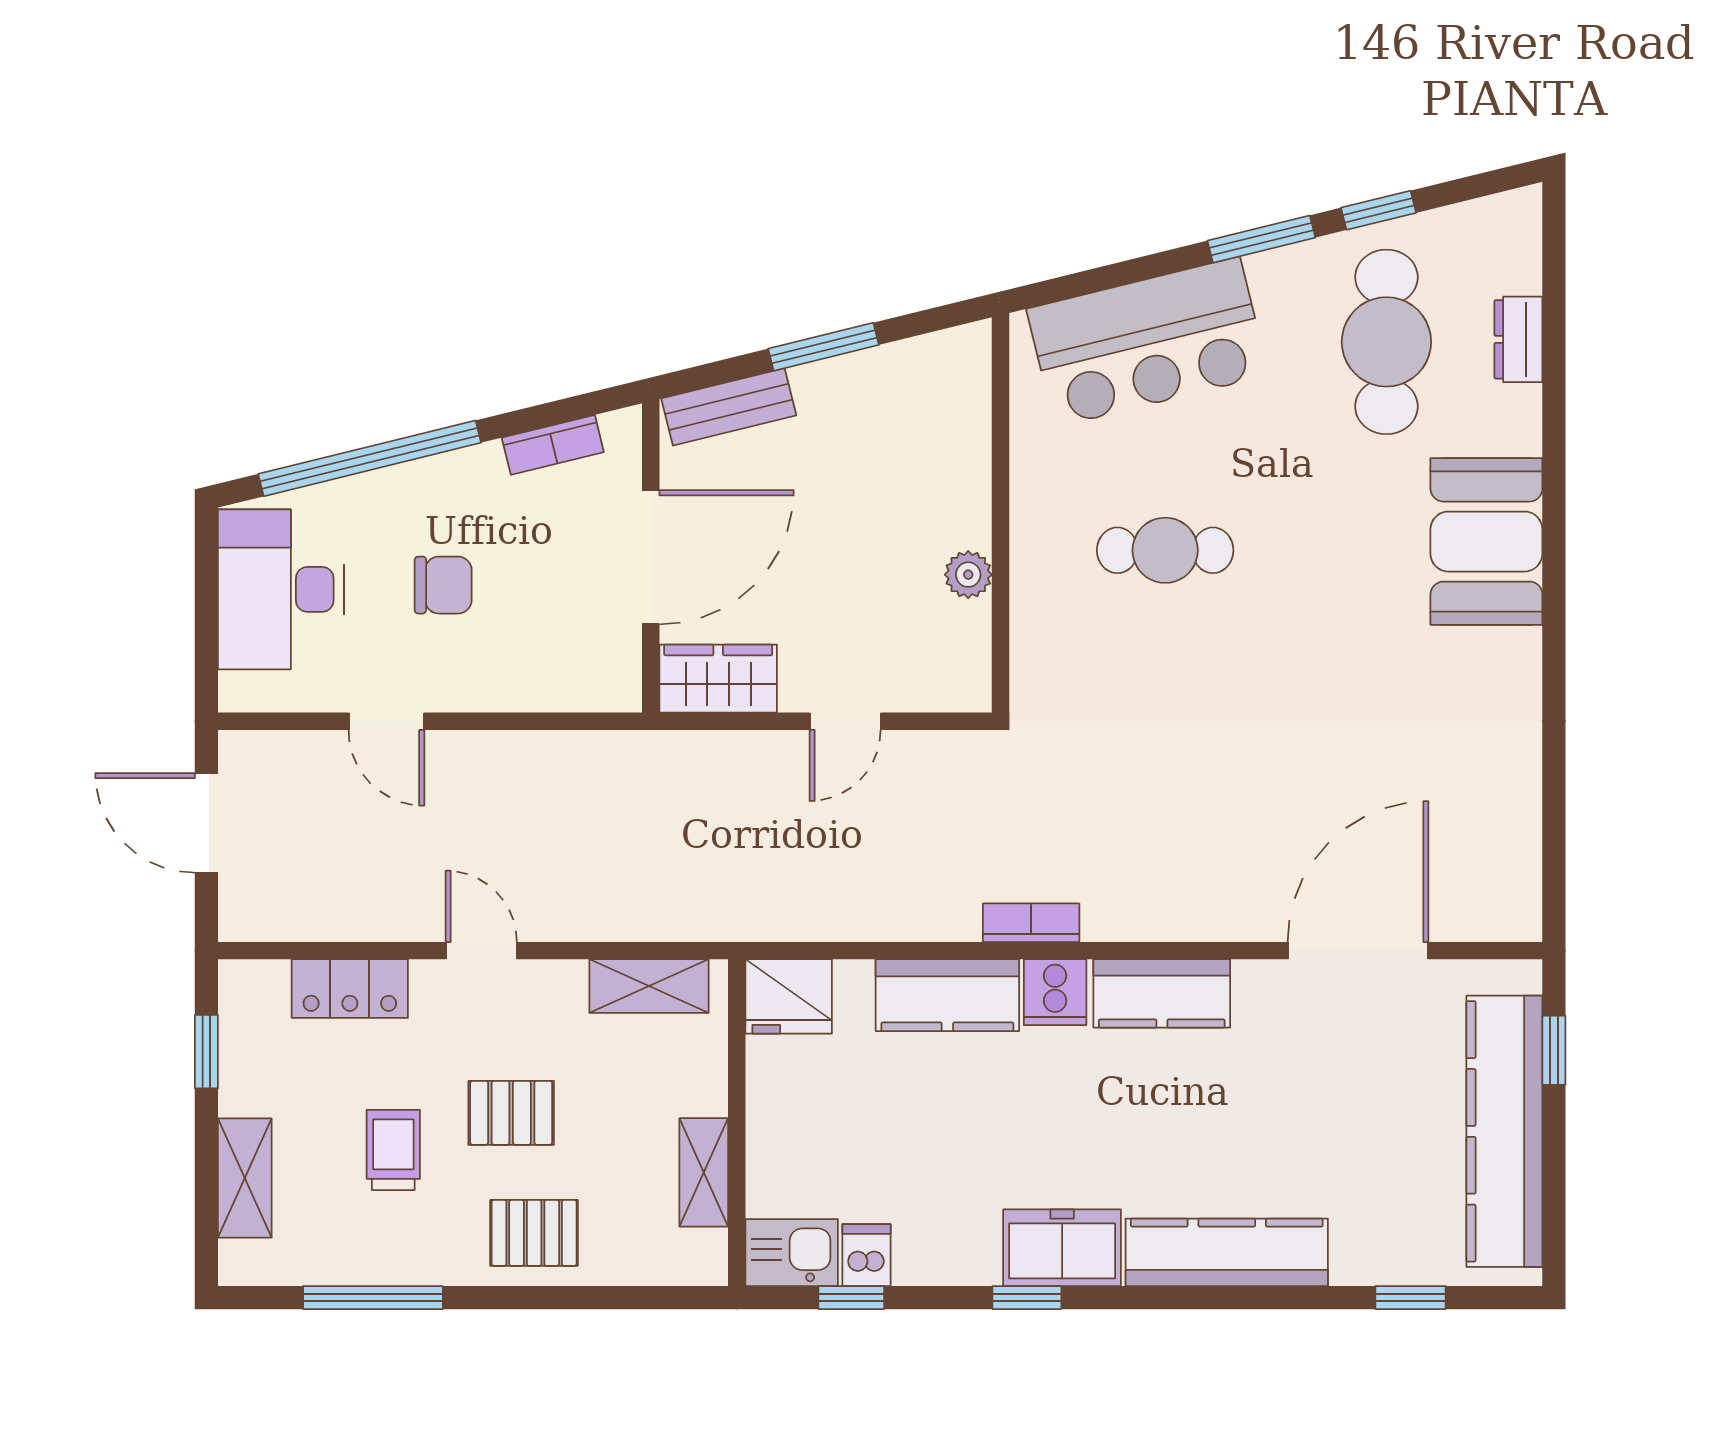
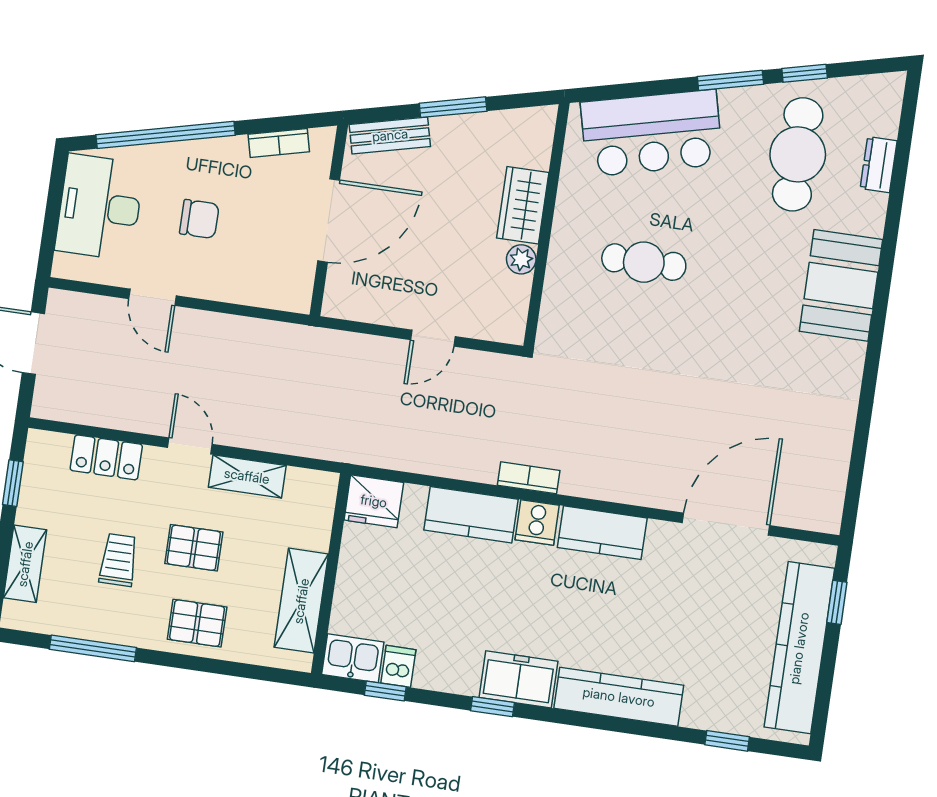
wardrobe: (718, 679) -> (523, 205), moved, turned -90
shelving: (649, 986) -> (247, 476), moved
shelving: (704, 1172) -> (301, 601), width x1.50, depth x1.33

